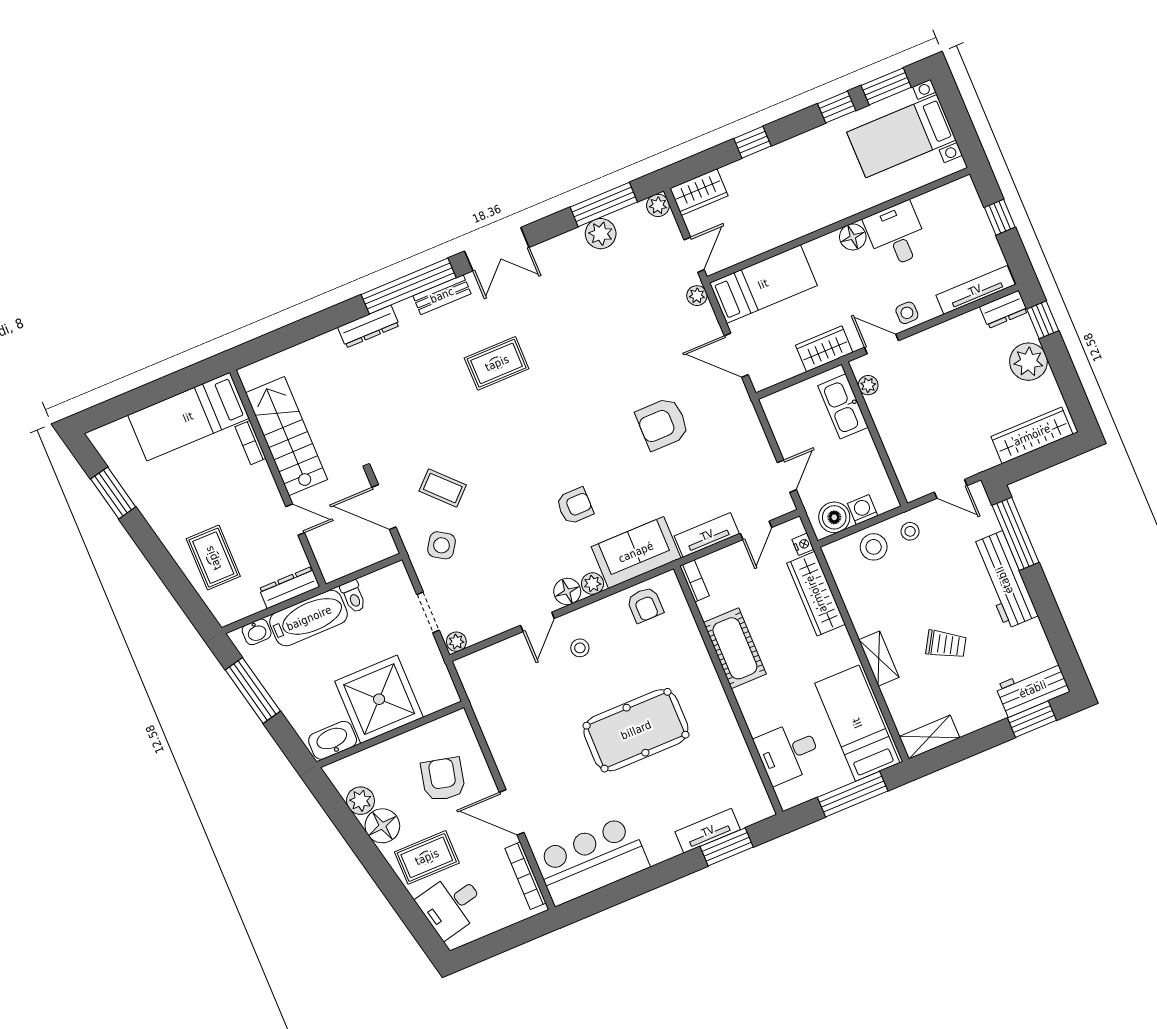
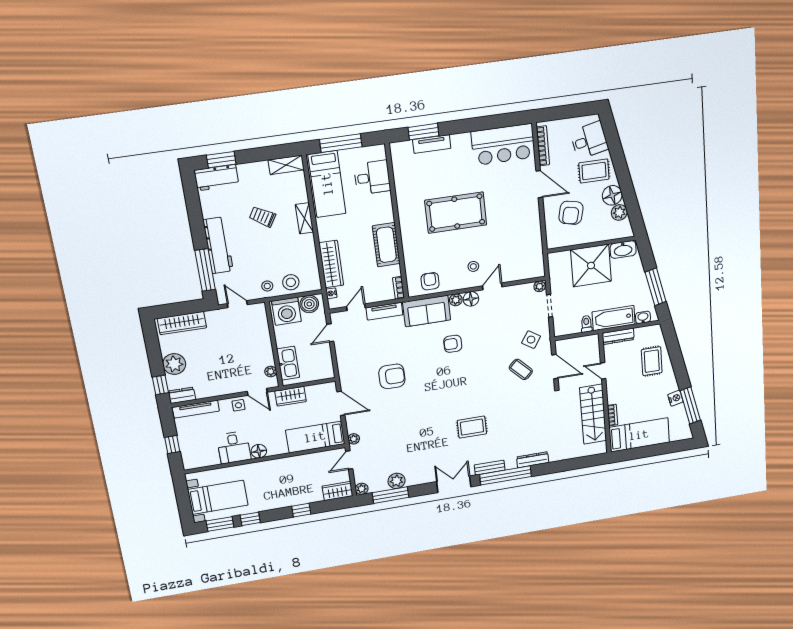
window: (113, 493) -> (690, 405), width x1.44
nightstand: (146, 500) -> (675, 398), added
washing machine: (863, 510) -> (287, 311), width x1.89, depth x1.89

